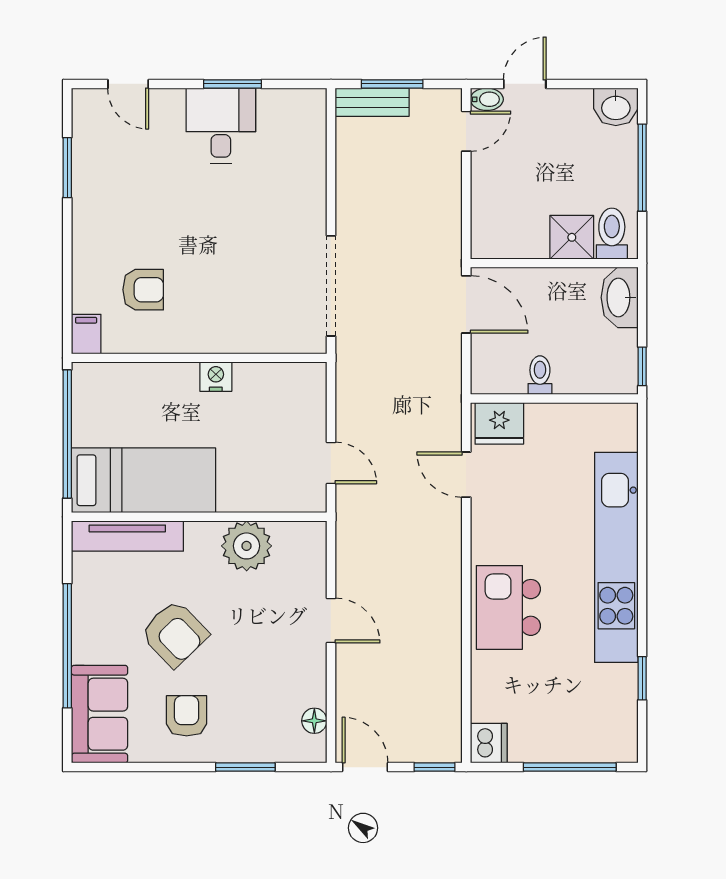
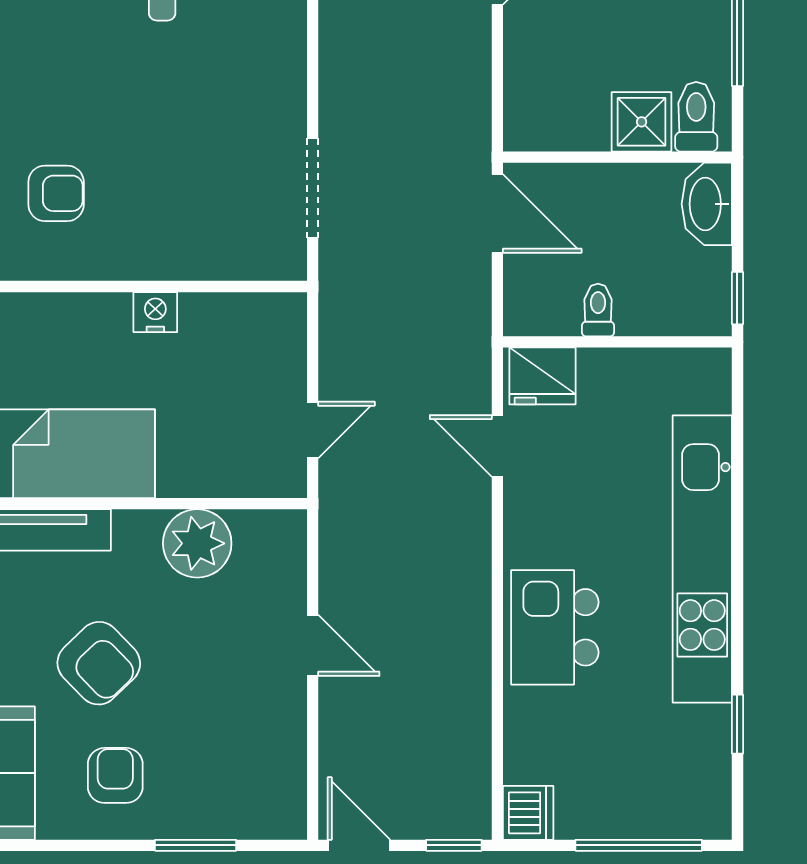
doorway: (331, 286) -> (313, 188), width x0.73
door: (331, 463) -> (313, 430), hinge flipped
floor lamp: (314, 721) -> (290, 782), removed

